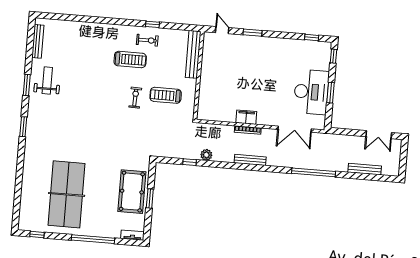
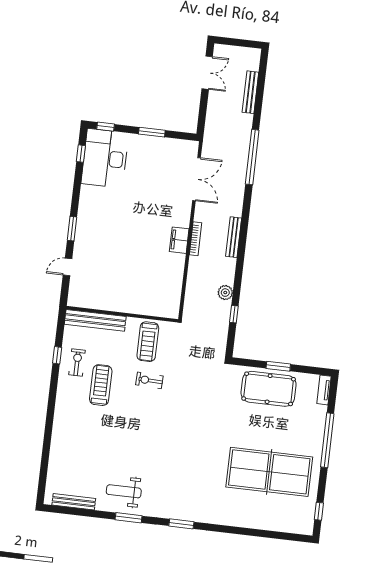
bench: (193, 54) -> (95, 320), moved
wall: (199, 75) -> (122, 314), moved
desk: (311, 92) -> (105, 158), moved, turned -90

